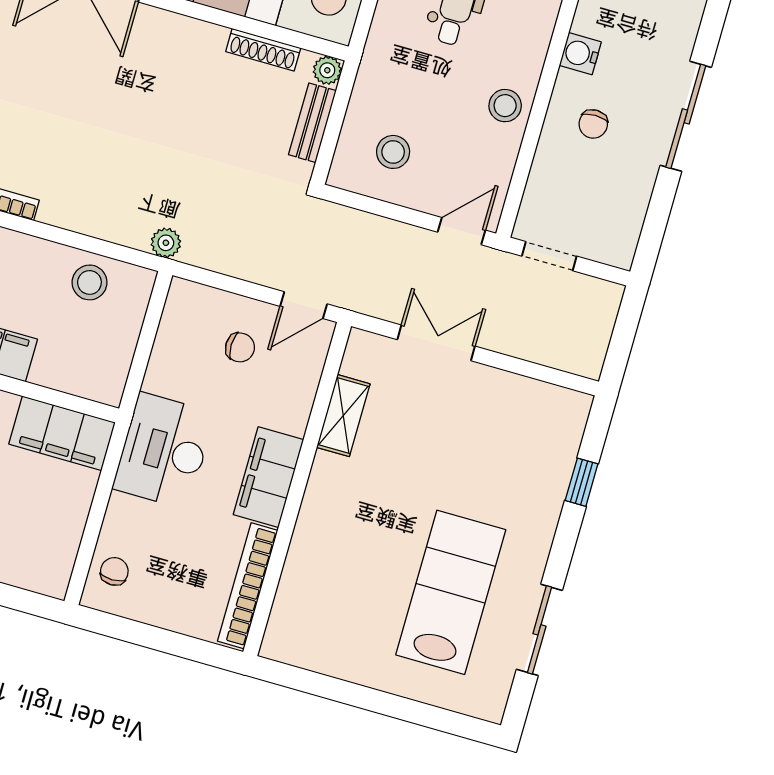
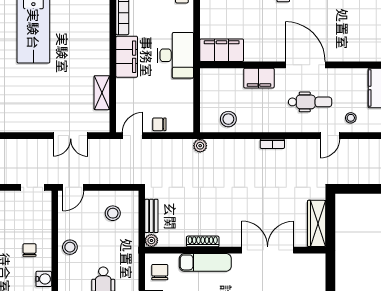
shoe rack: (263, 50) -> (203, 241), moved
chair: (240, 347) -> (159, 124), moved

